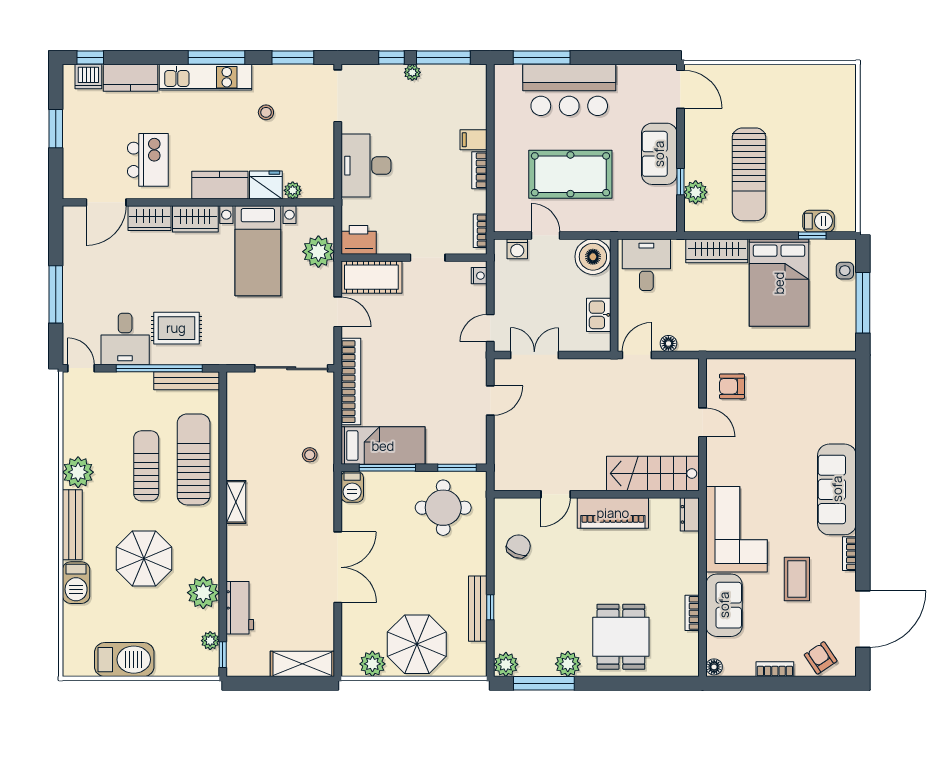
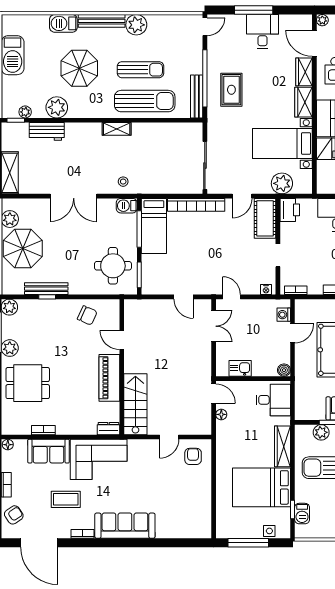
plant: (293, 190) -> (322, 20), moved
boiler: (593, 257) -> (284, 370), width x0.54, depth x0.54
desk: (125, 339) -> (262, 32), moved, turned 90
stool: (310, 455) -> (123, 182), moved

